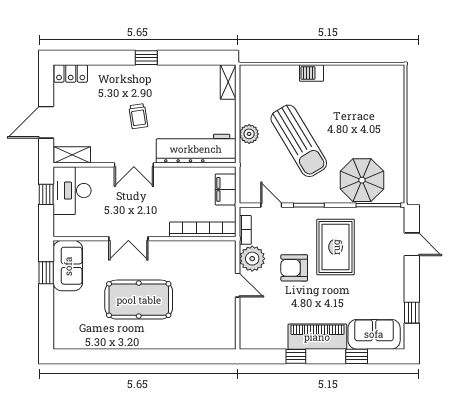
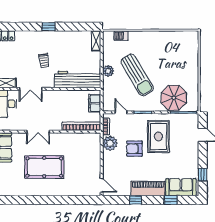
barbecue: (311, 73) -> (121, 36), moved
double door: (134, 165) -> (31, 89), moved
door: (238, 285) -> (102, 185), moved

